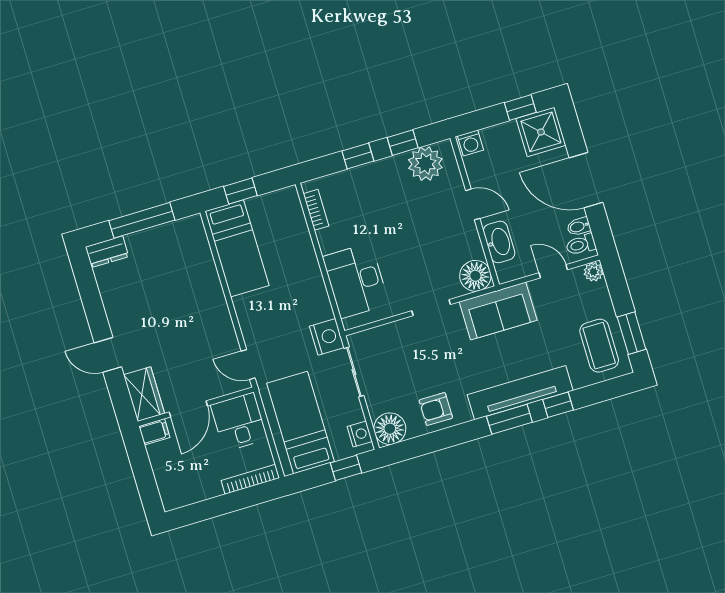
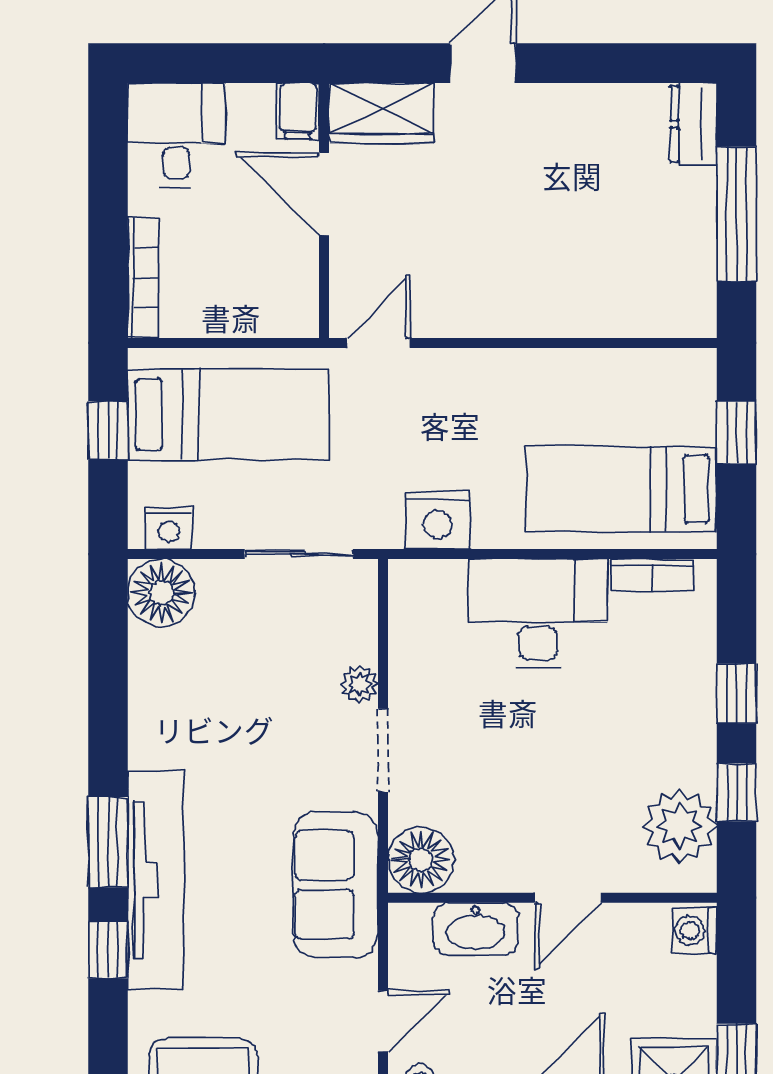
bed: (237, 248) -> (622, 489), moved
desk: (356, 281) -> (538, 613), moved
plant: (405, 327) -> (359, 684), added
nightstand: (327, 337) -> (438, 520), moved
armchair: (436, 409) -> (173, 698), removed
desk: (239, 422) -> (176, 135), moved, turned -90
window: (346, 468) -> (108, 430), moved

